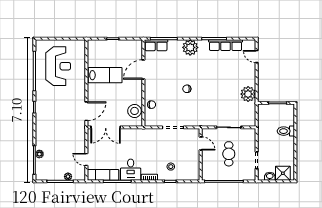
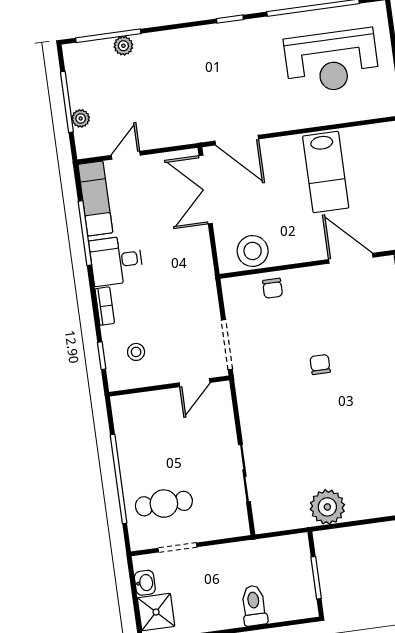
door: (201, 143) -> (195, 383), moved
wall: (201, 154) -> (169, 386), moved
cafe table: (229, 154) -> (164, 504), moved

